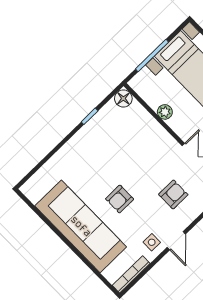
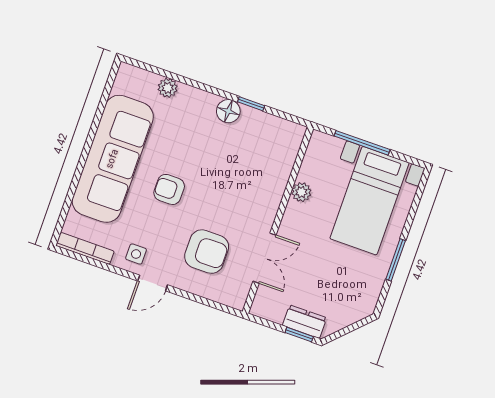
floor lamp: (123, 98) -> (228, 111), moved
plant: (52, 167) -> (168, 88), added
armchair: (173, 194) -> (207, 252), width x1.38, depth x1.38

